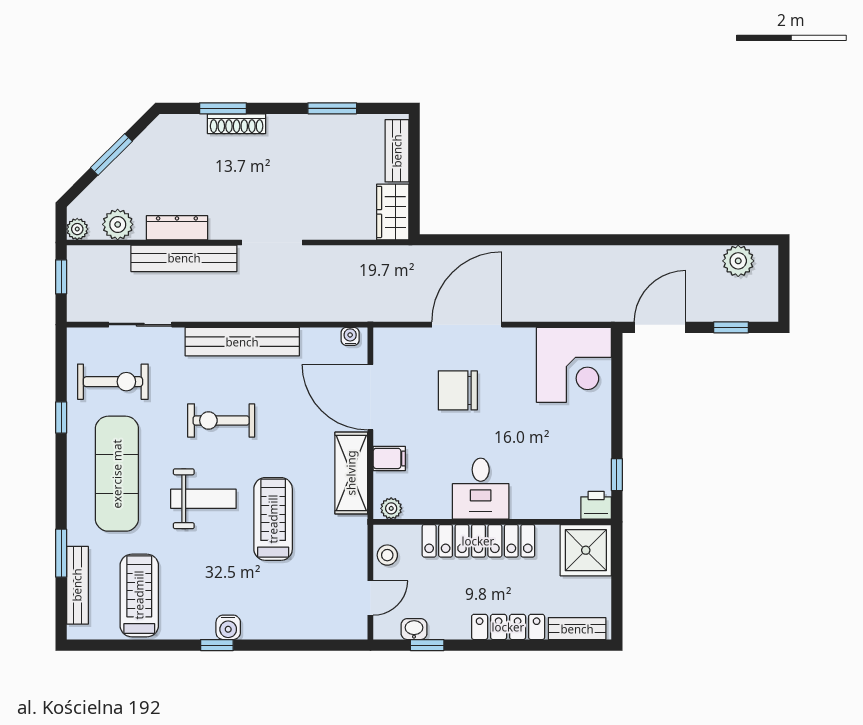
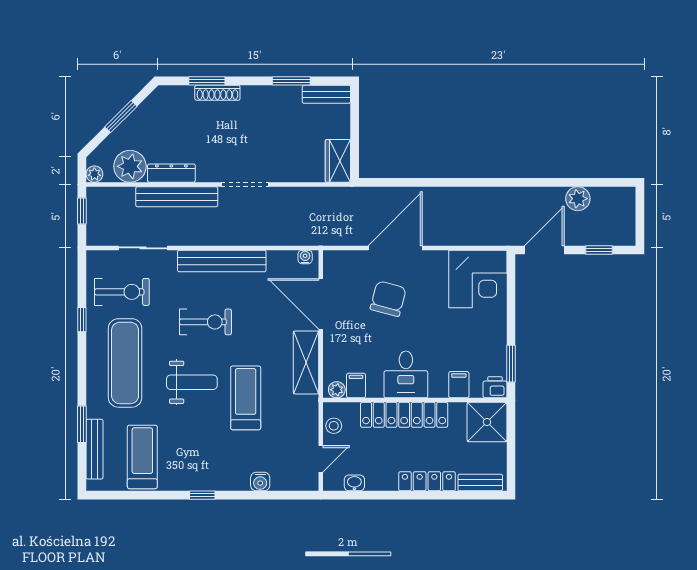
bench: (397, 151) -> (326, 94), moved, turned 90
plant: (118, 224) -> (130, 166), width x1.36, depth x1.36
plant: (738, 261) -> (578, 199), moved
chair: (458, 390) -> (388, 299), turned 105
exercise bike: (221, 420) -> (206, 322), turned 180
filing cabinet: (389, 458) -> (356, 386), moved, turned -90
window: (617, 475) -> (511, 364), width x1.50
filing cabinet: (549, 502) -> (459, 385), added
water cooler: (228, 627) -> (260, 482), moved
window: (427, 645) -> (364, 495), removed

